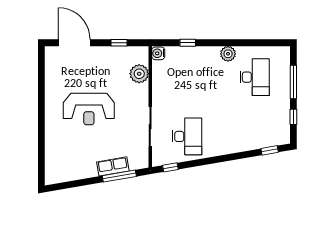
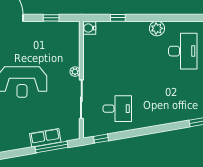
plant: (139, 74) -> (75, 72), moved, width x0.53, depth x0.53
desk: (187, 136) -> (117, 109), width x0.73

